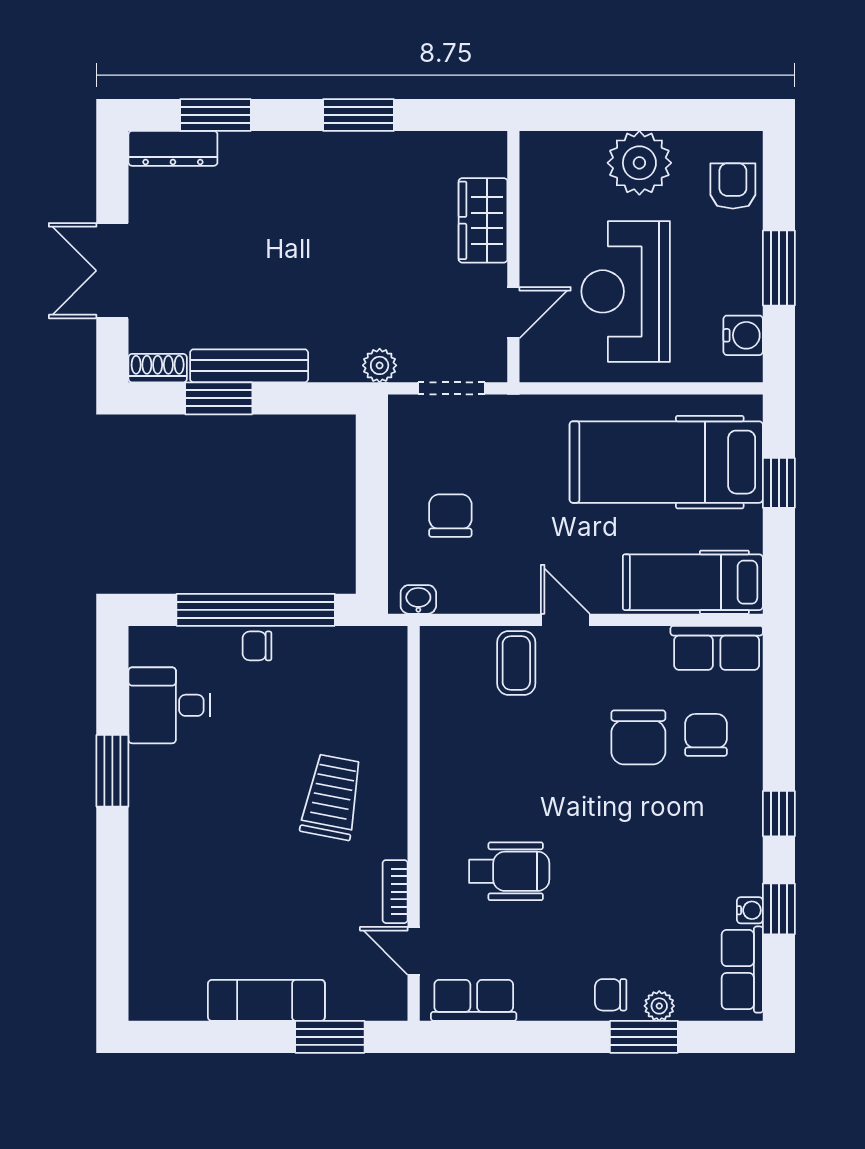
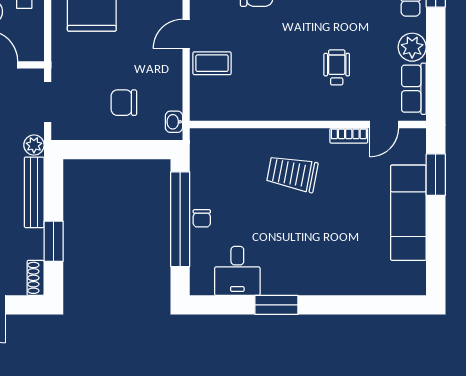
bench: (249, 366) -> (34, 192), moved
wheelchair: (509, 871) -> (337, 67), width x0.73, depth x0.73
plant: (543, 997) -> (412, 47), added
exam couch: (266, 1000) -> (408, 213), width x1.36, depth x1.45

